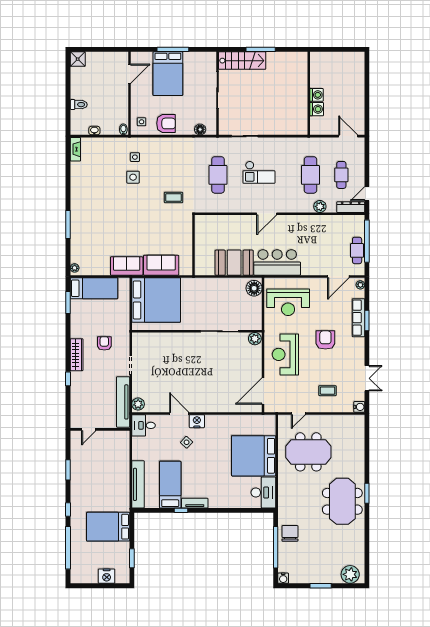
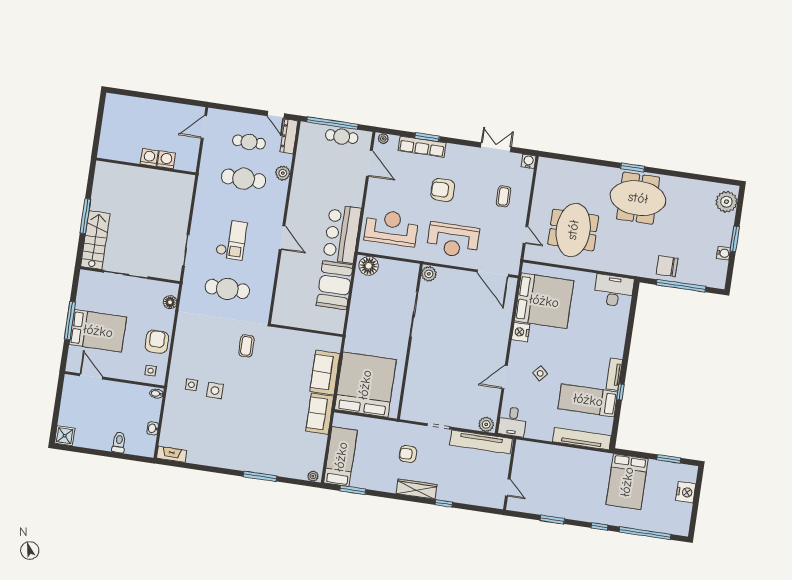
reception desk: (288, 302) -> (391, 228), turned -90
nightstand: (197, 421) -> (521, 332), moved
bed: (254, 456) -> (544, 301), moved, turned -90
water cooler: (283, 578) -> (723, 253), moved

